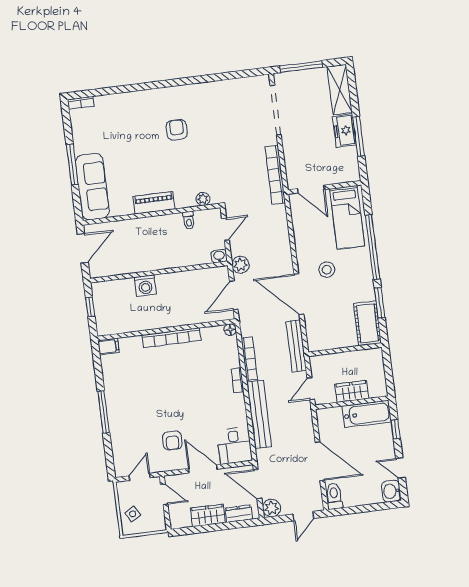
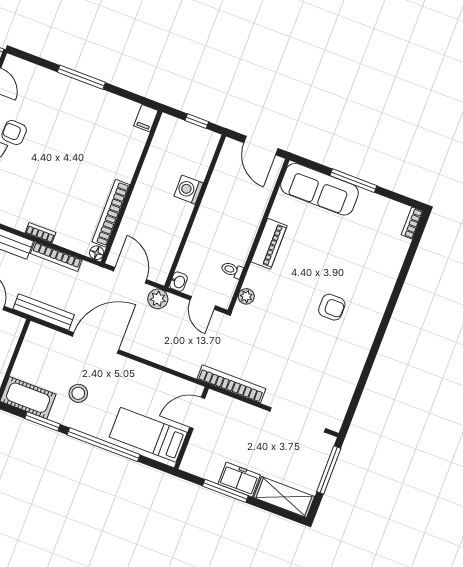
stool: (327, 270) -> (78, 393), moved
bookcase: (171, 338) -> (111, 213), moved

